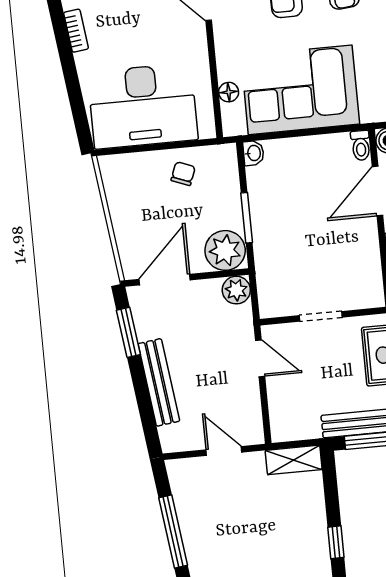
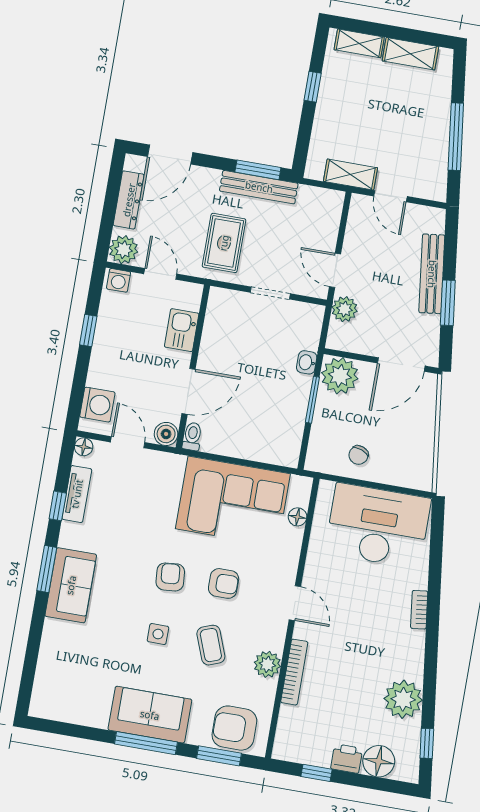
washbasin: (253, 153) -> (307, 362), moved
plant: (236, 290) -> (345, 309), moved
window: (128, 332) -> (448, 303), moved
shelving: (294, 460) -> (350, 175), moved

